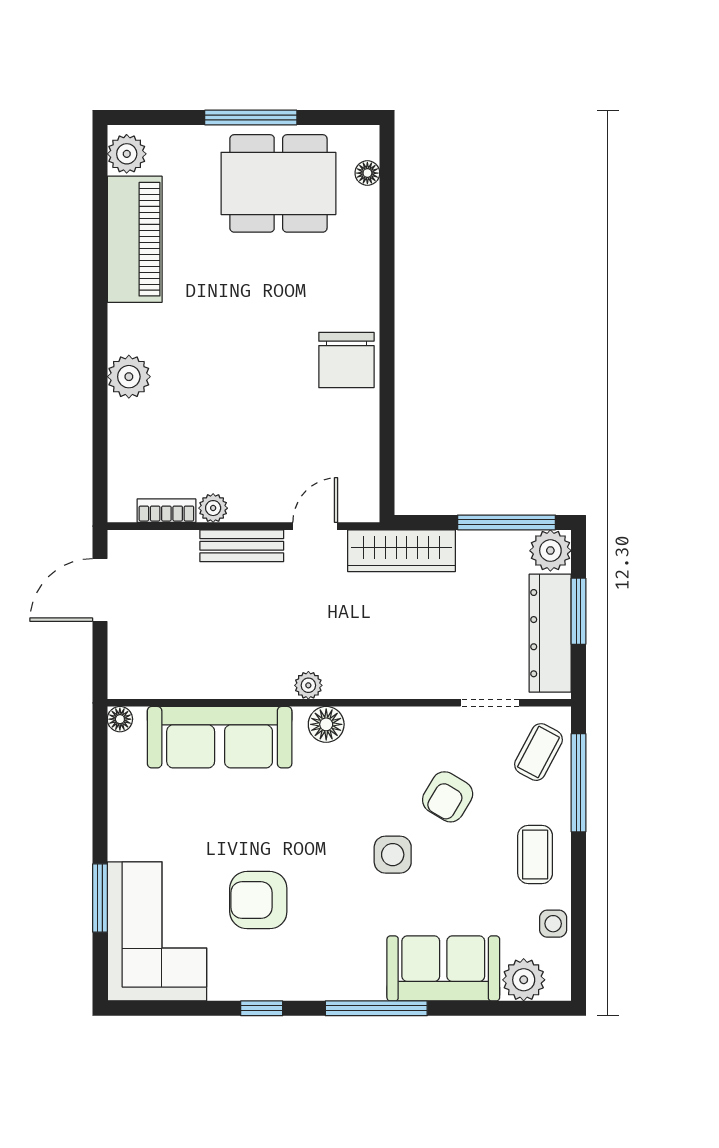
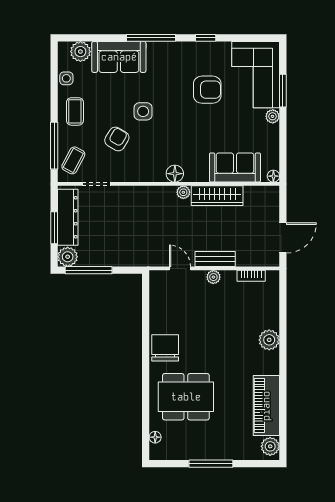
dining table: (278, 183) -> (186, 397), moved
plant: (213, 508) -> (213, 277), moved
door: (315, 526) -> (180, 268), swing flipped
wardrobe: (401, 551) -> (217, 196), moved, turned 180
sofa: (220, 737) -> (235, 167), width x0.73
plant: (122, 844) -> (273, 116), added

